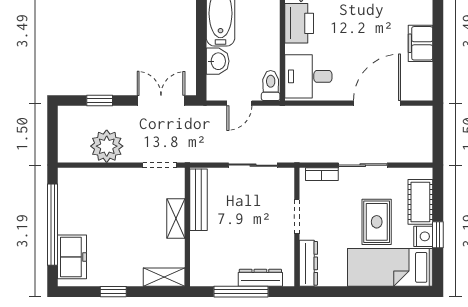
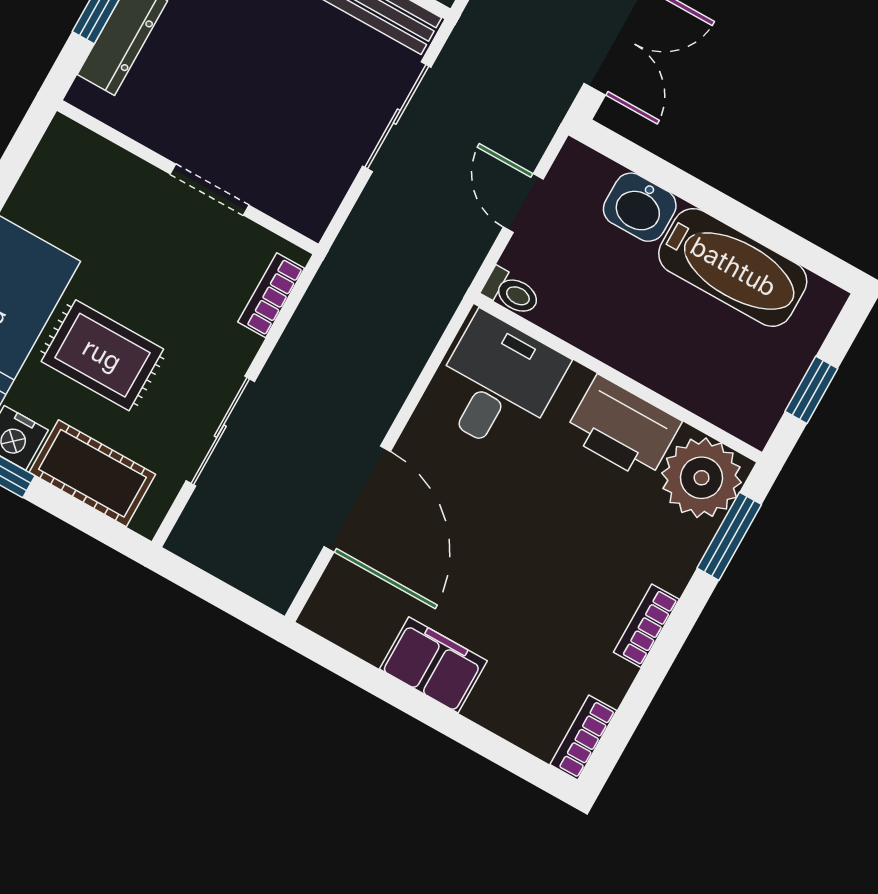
toilet: (271, 85) -> (511, 292), width x0.73, depth x0.72
sliding door: (253, 165) -> (397, 117), moved
sliding door: (363, 165) -> (220, 431), moved
dresser: (308, 263) -> (96, 158), removed

